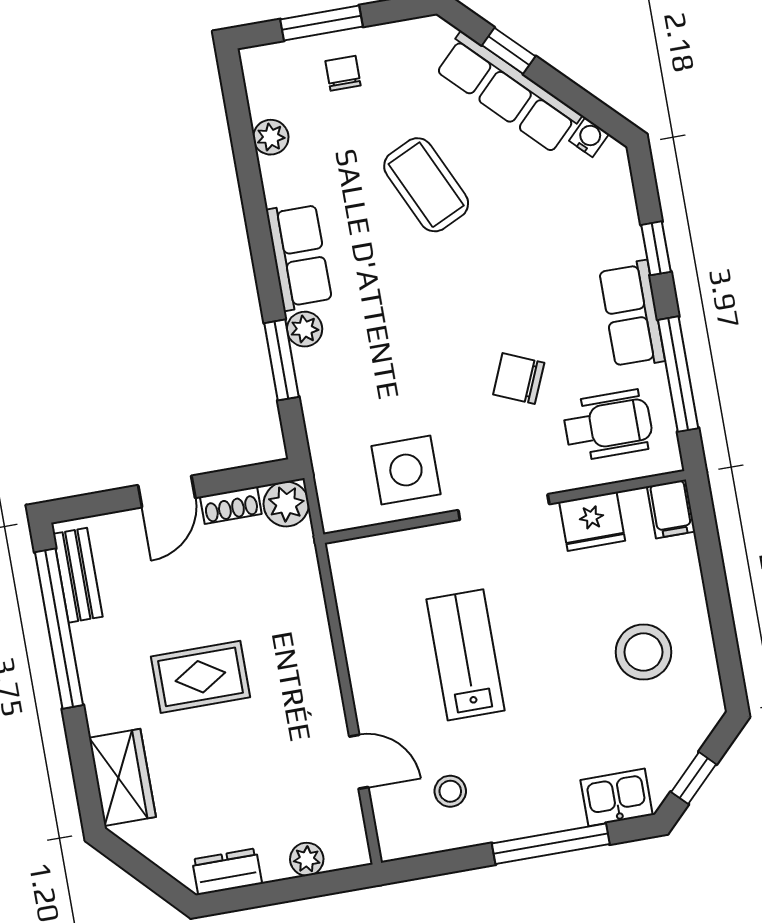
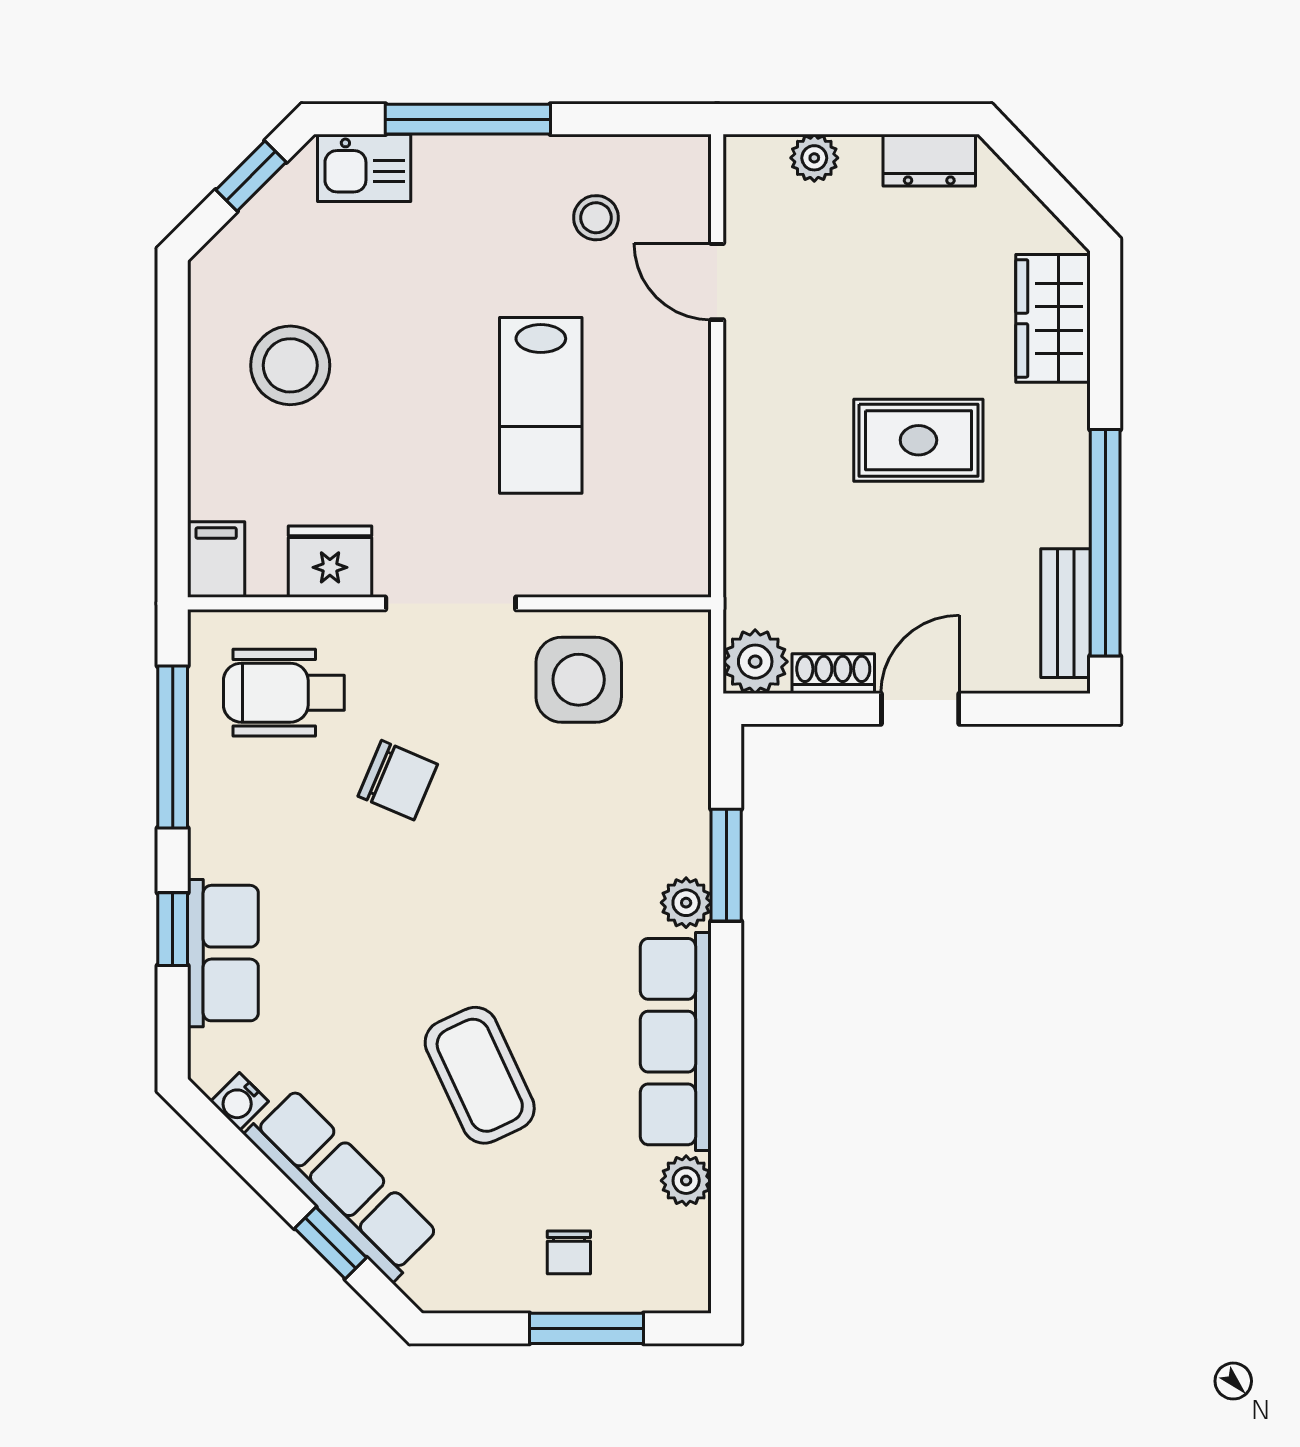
row of seats: (299, 256) -> (676, 1042), width x1.48
row of seats: (632, 315) -> (223, 953), moved

